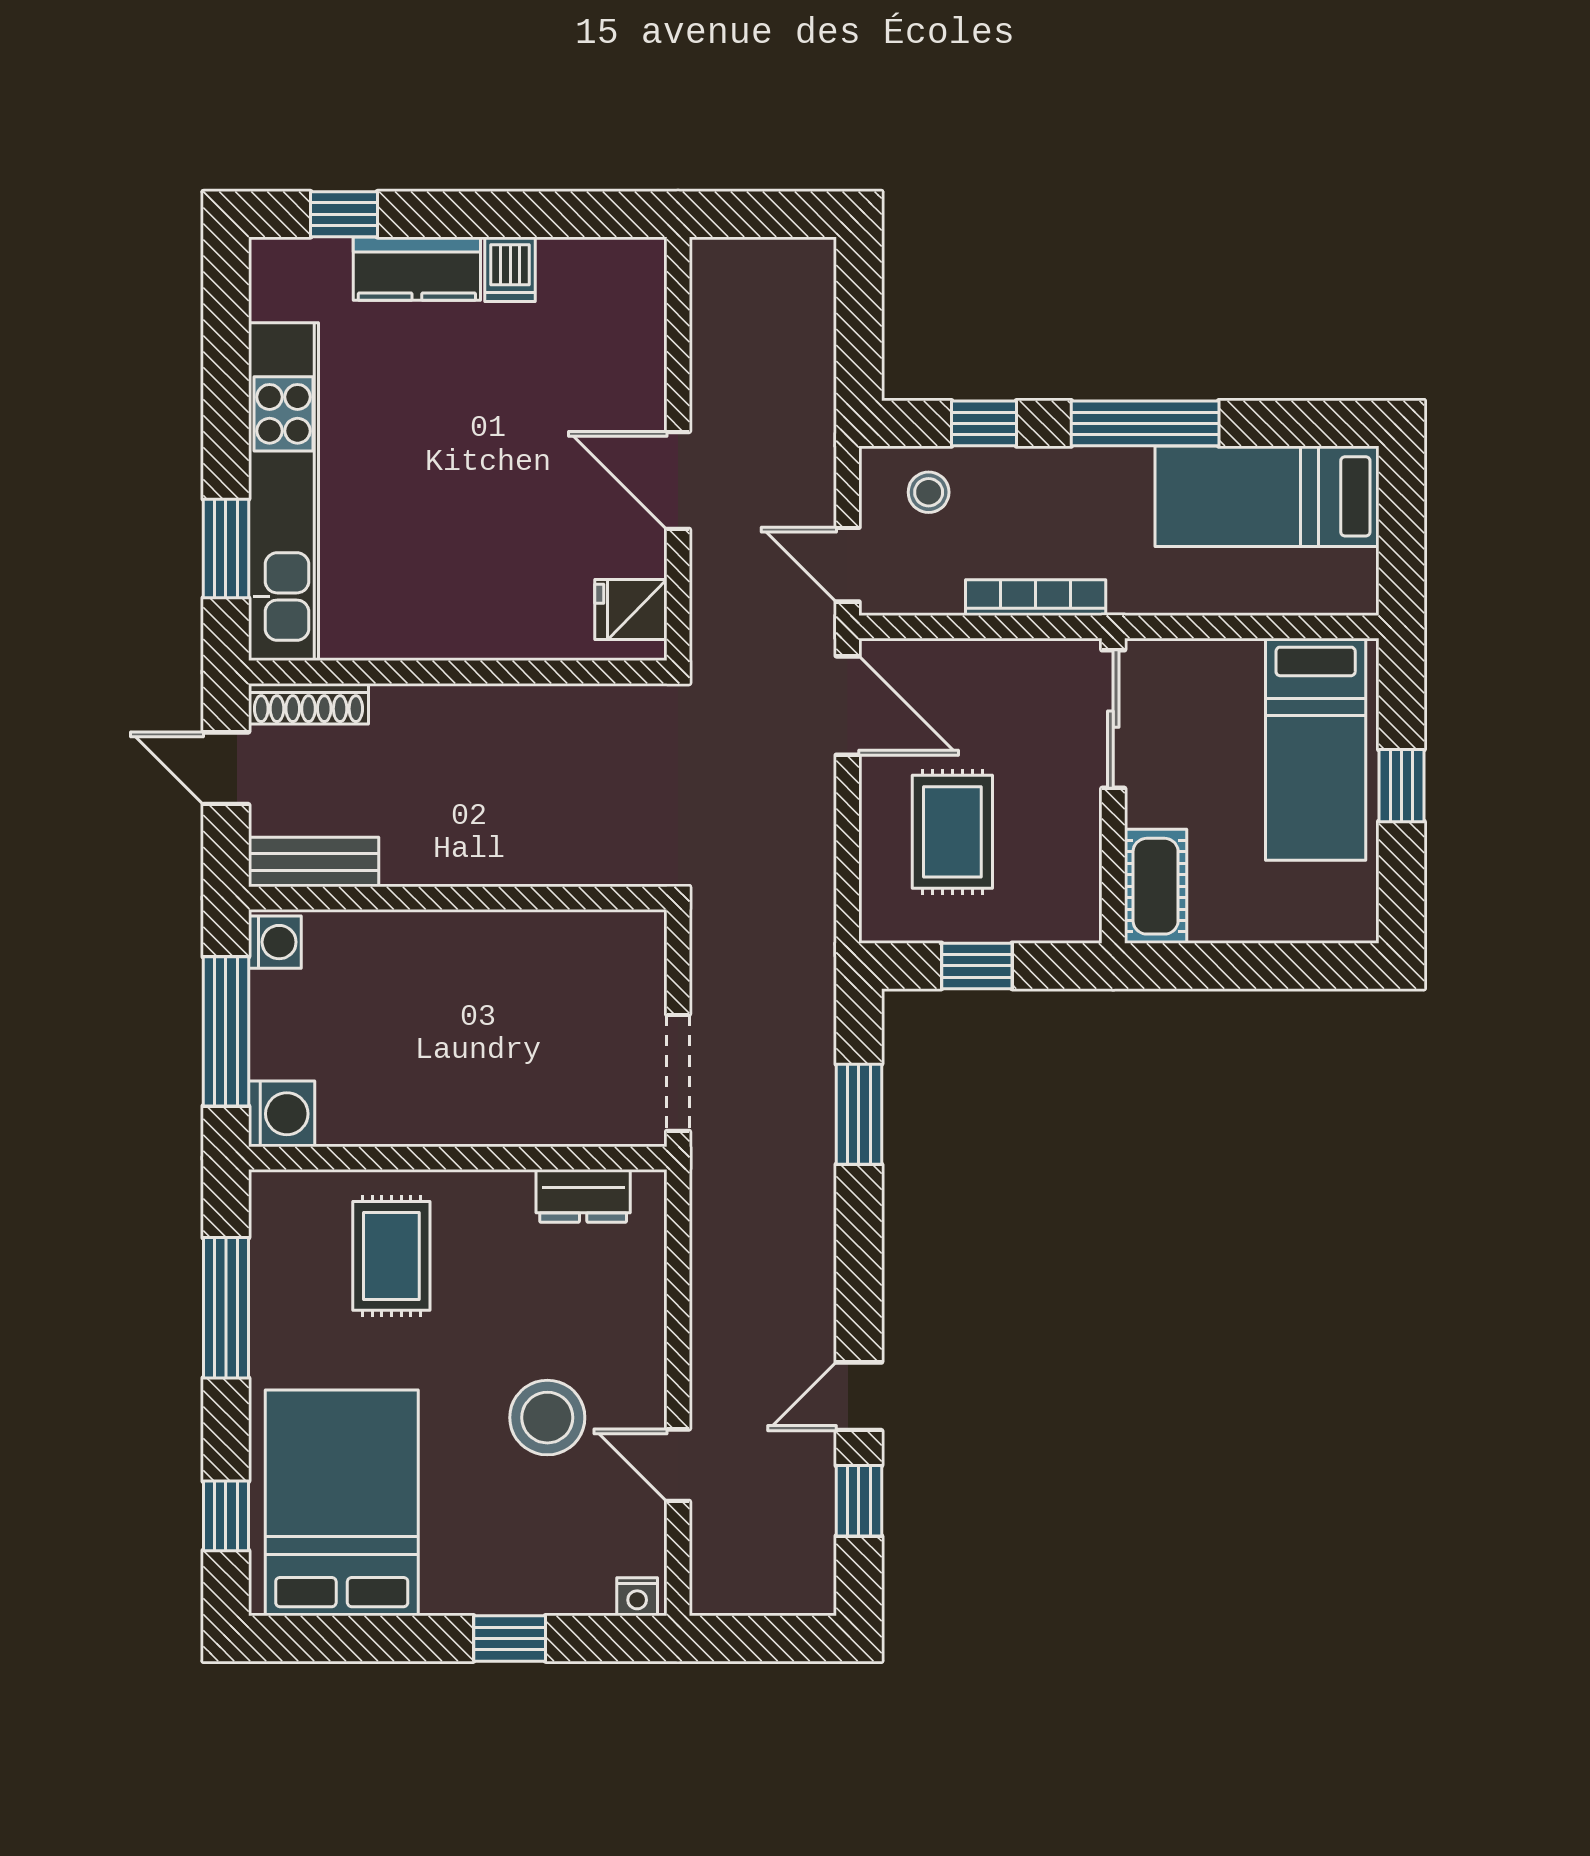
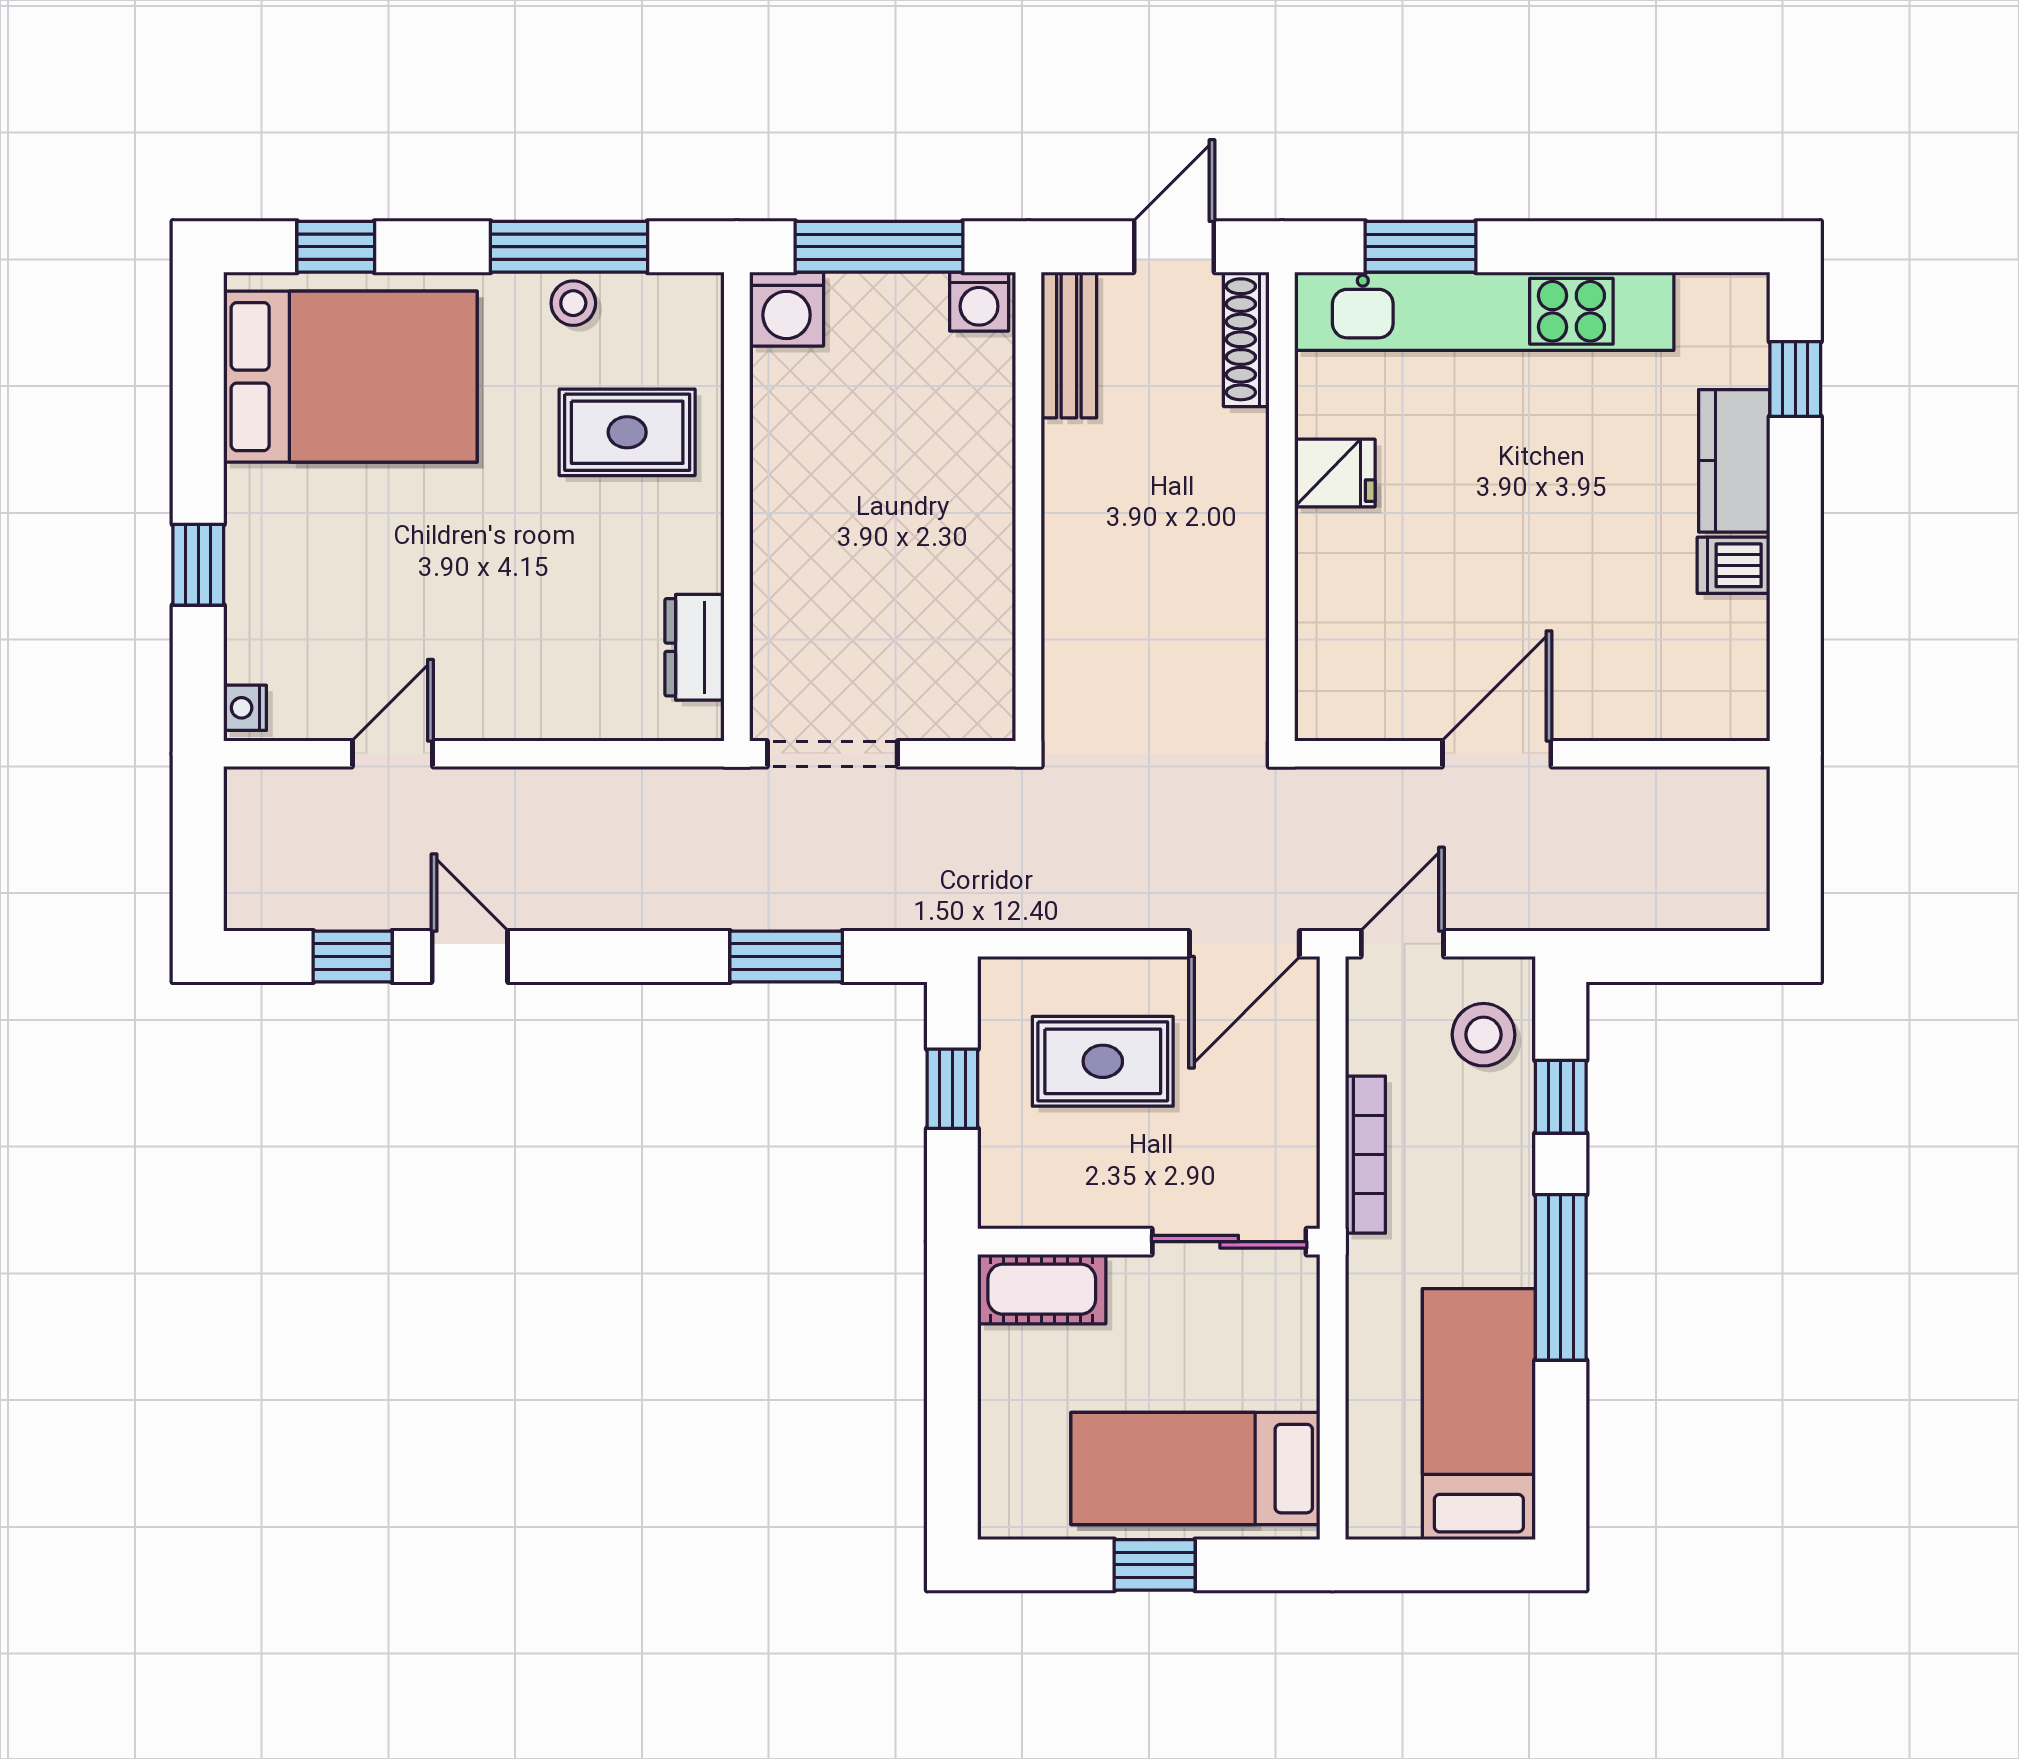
stool: (929, 492) -> (1484, 1035), width x1.37, depth x1.37
fridge: (631, 609) -> (1335, 473), moved, turned 90
stool: (547, 1418) -> (573, 303), moved, width x0.53, depth x0.53

